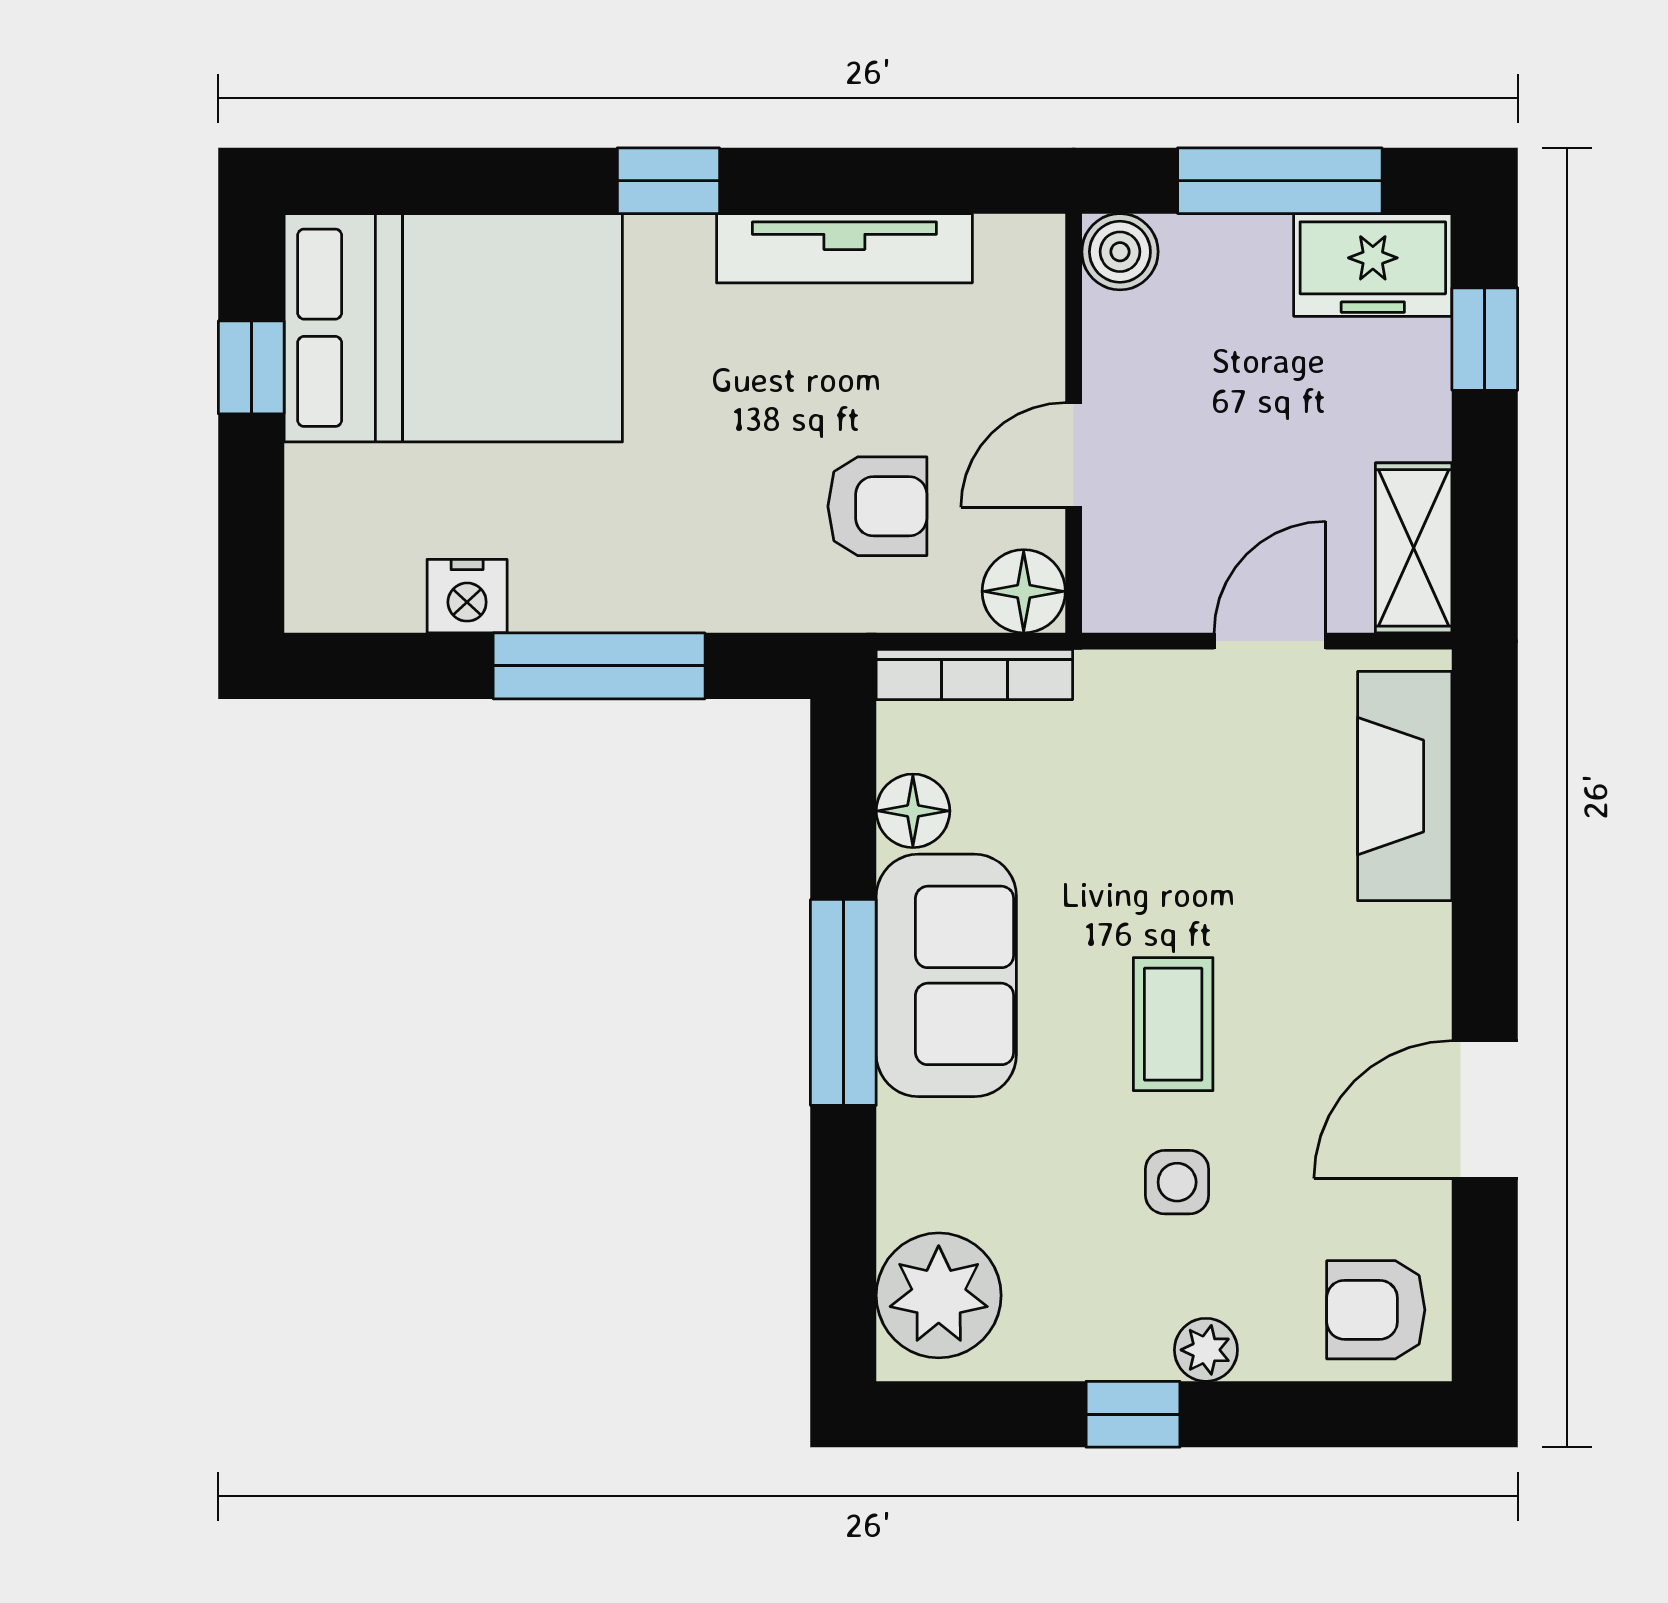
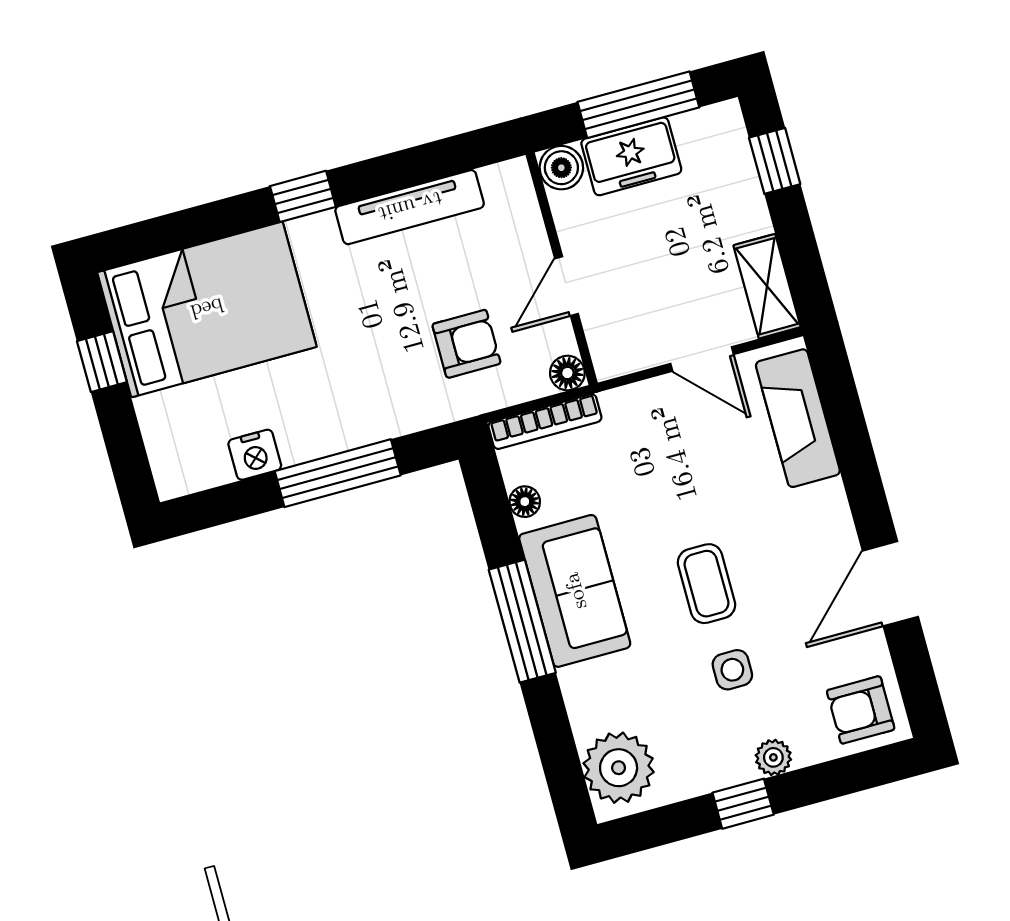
freezer: (1373, 265) -> (631, 156), moved
floor lamp: (1024, 591) -> (567, 373), width x0.73, depth x0.73
door: (1270, 641) -> (702, 359), swing flipped
floor lamp: (913, 811) -> (525, 502), width x0.73, depth x0.73

